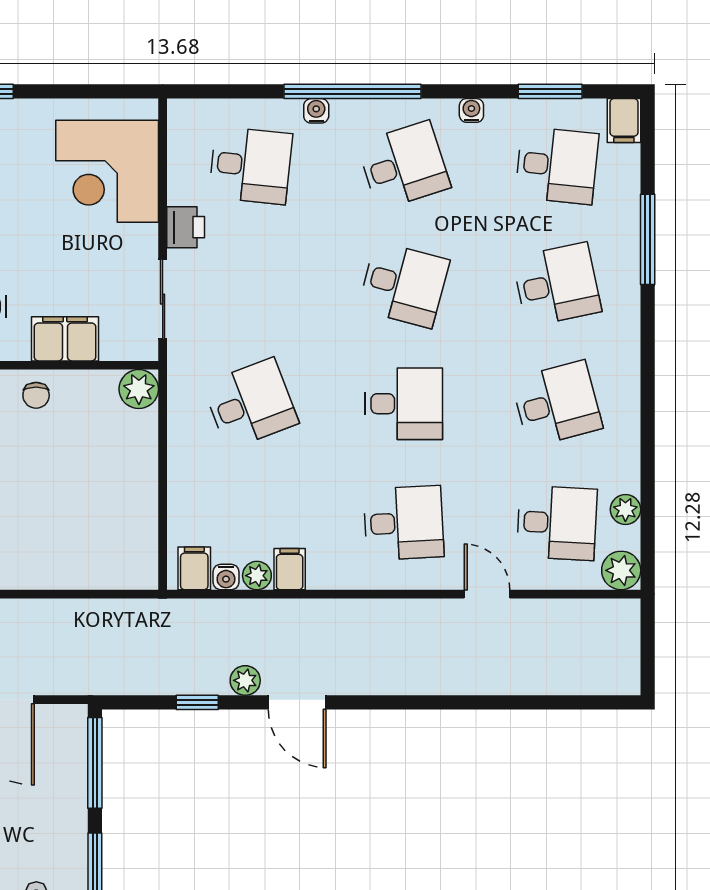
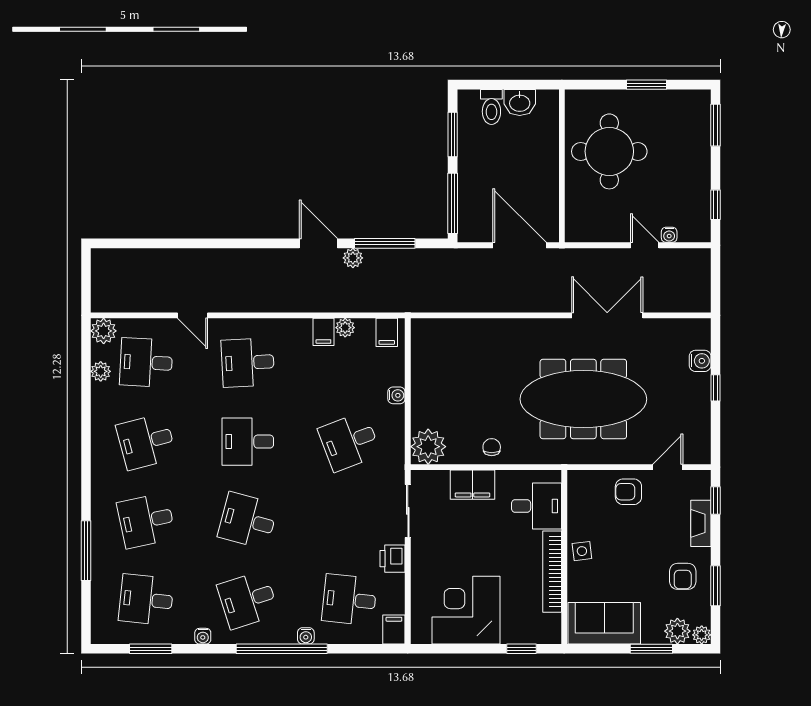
filing cabinet: (624, 121) -> (394, 629), moved
corner desk: (107, 171) -> (466, 610), moved, turned -90
plant: (139, 389) -> (428, 447), width x1.36, depth x1.36
water cooler: (226, 577) -> (396, 395), moved, turned 90
window: (197, 702) -> (385, 243), width x2.17

